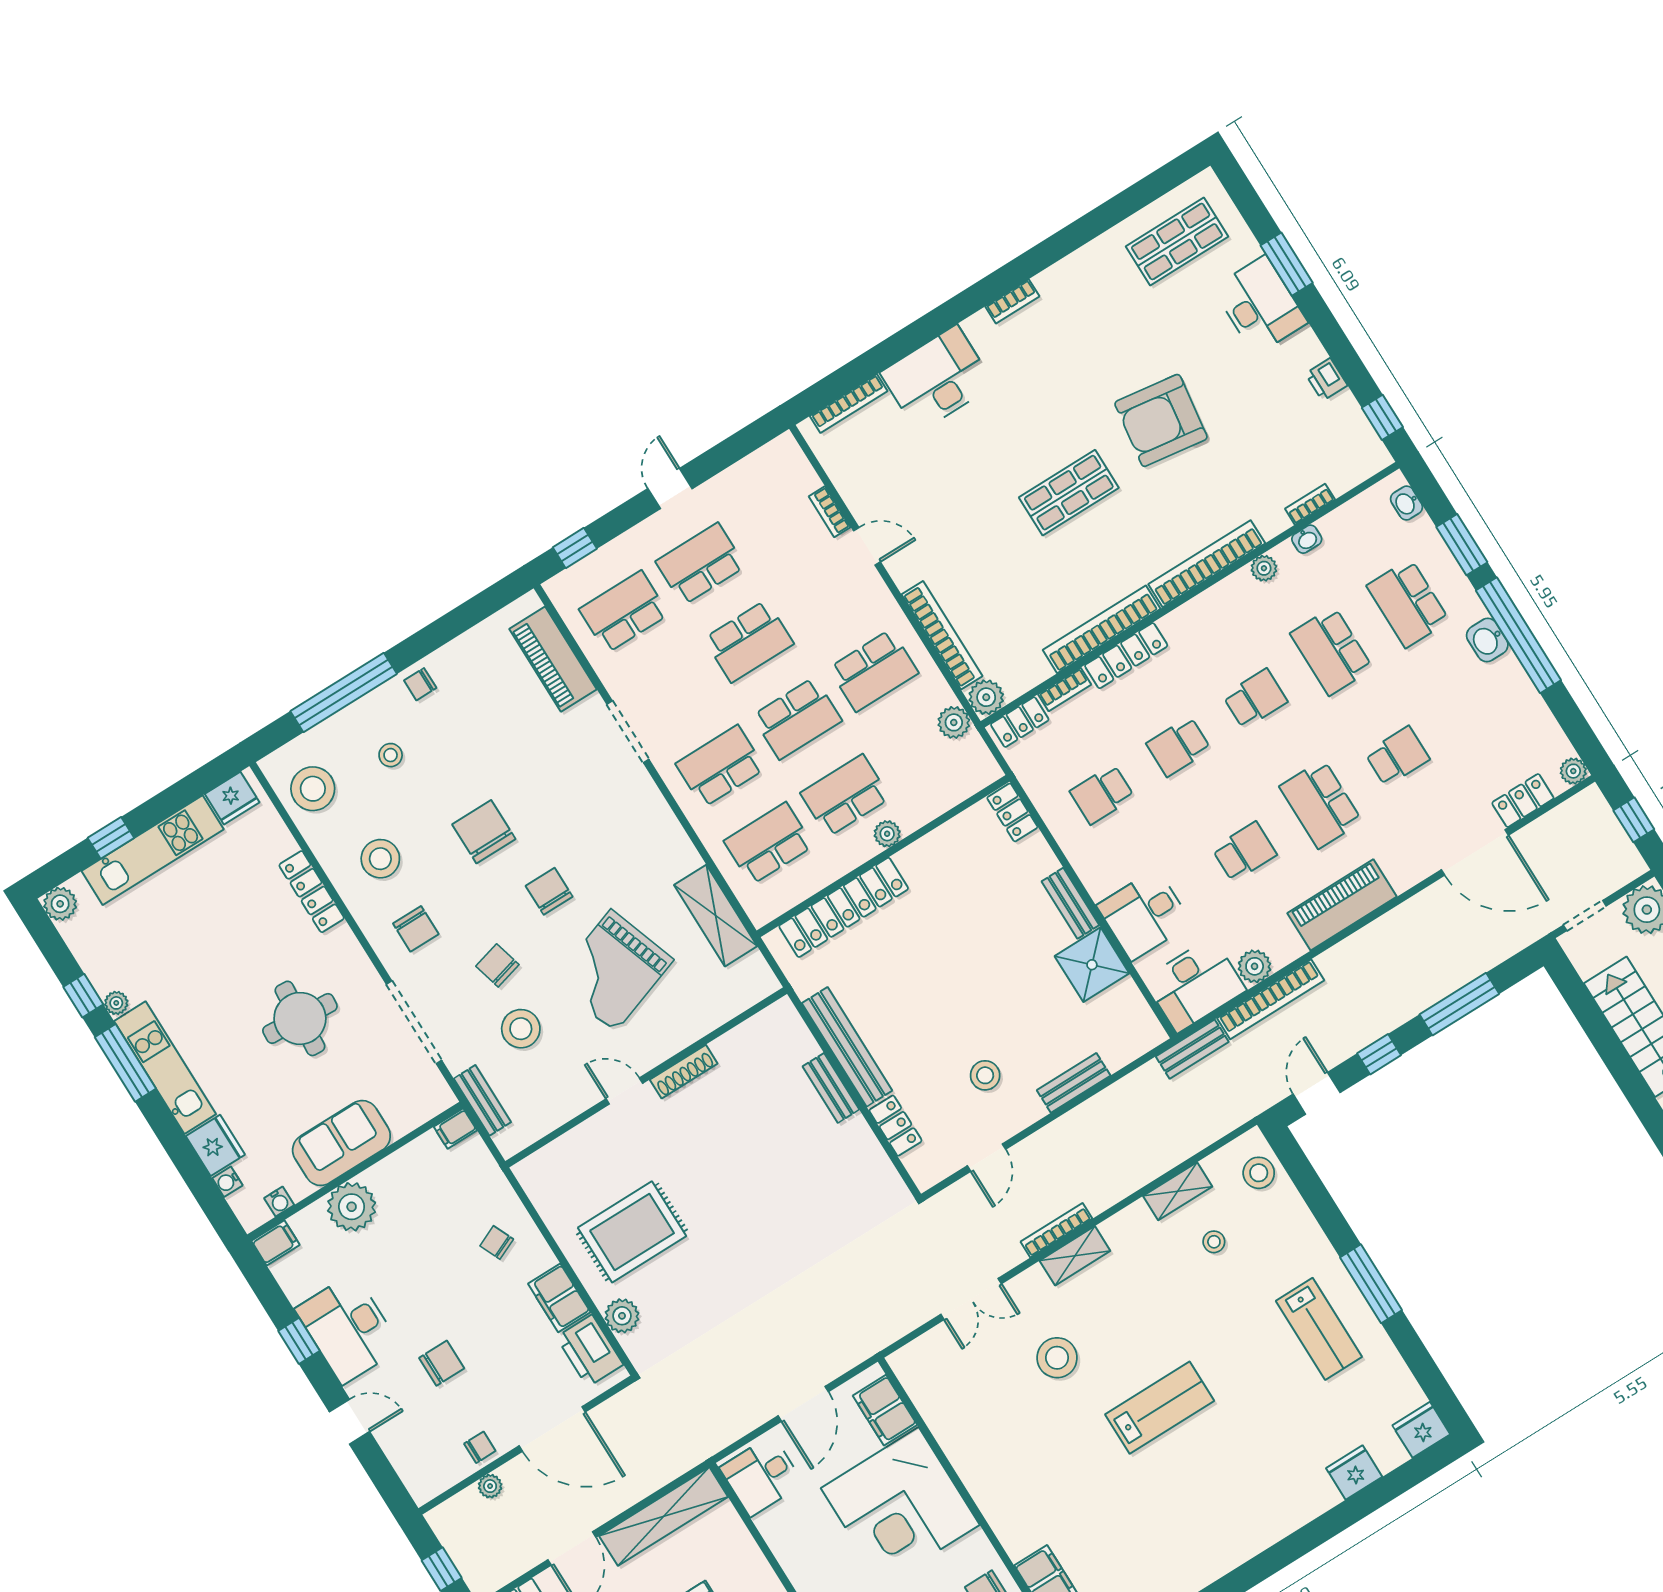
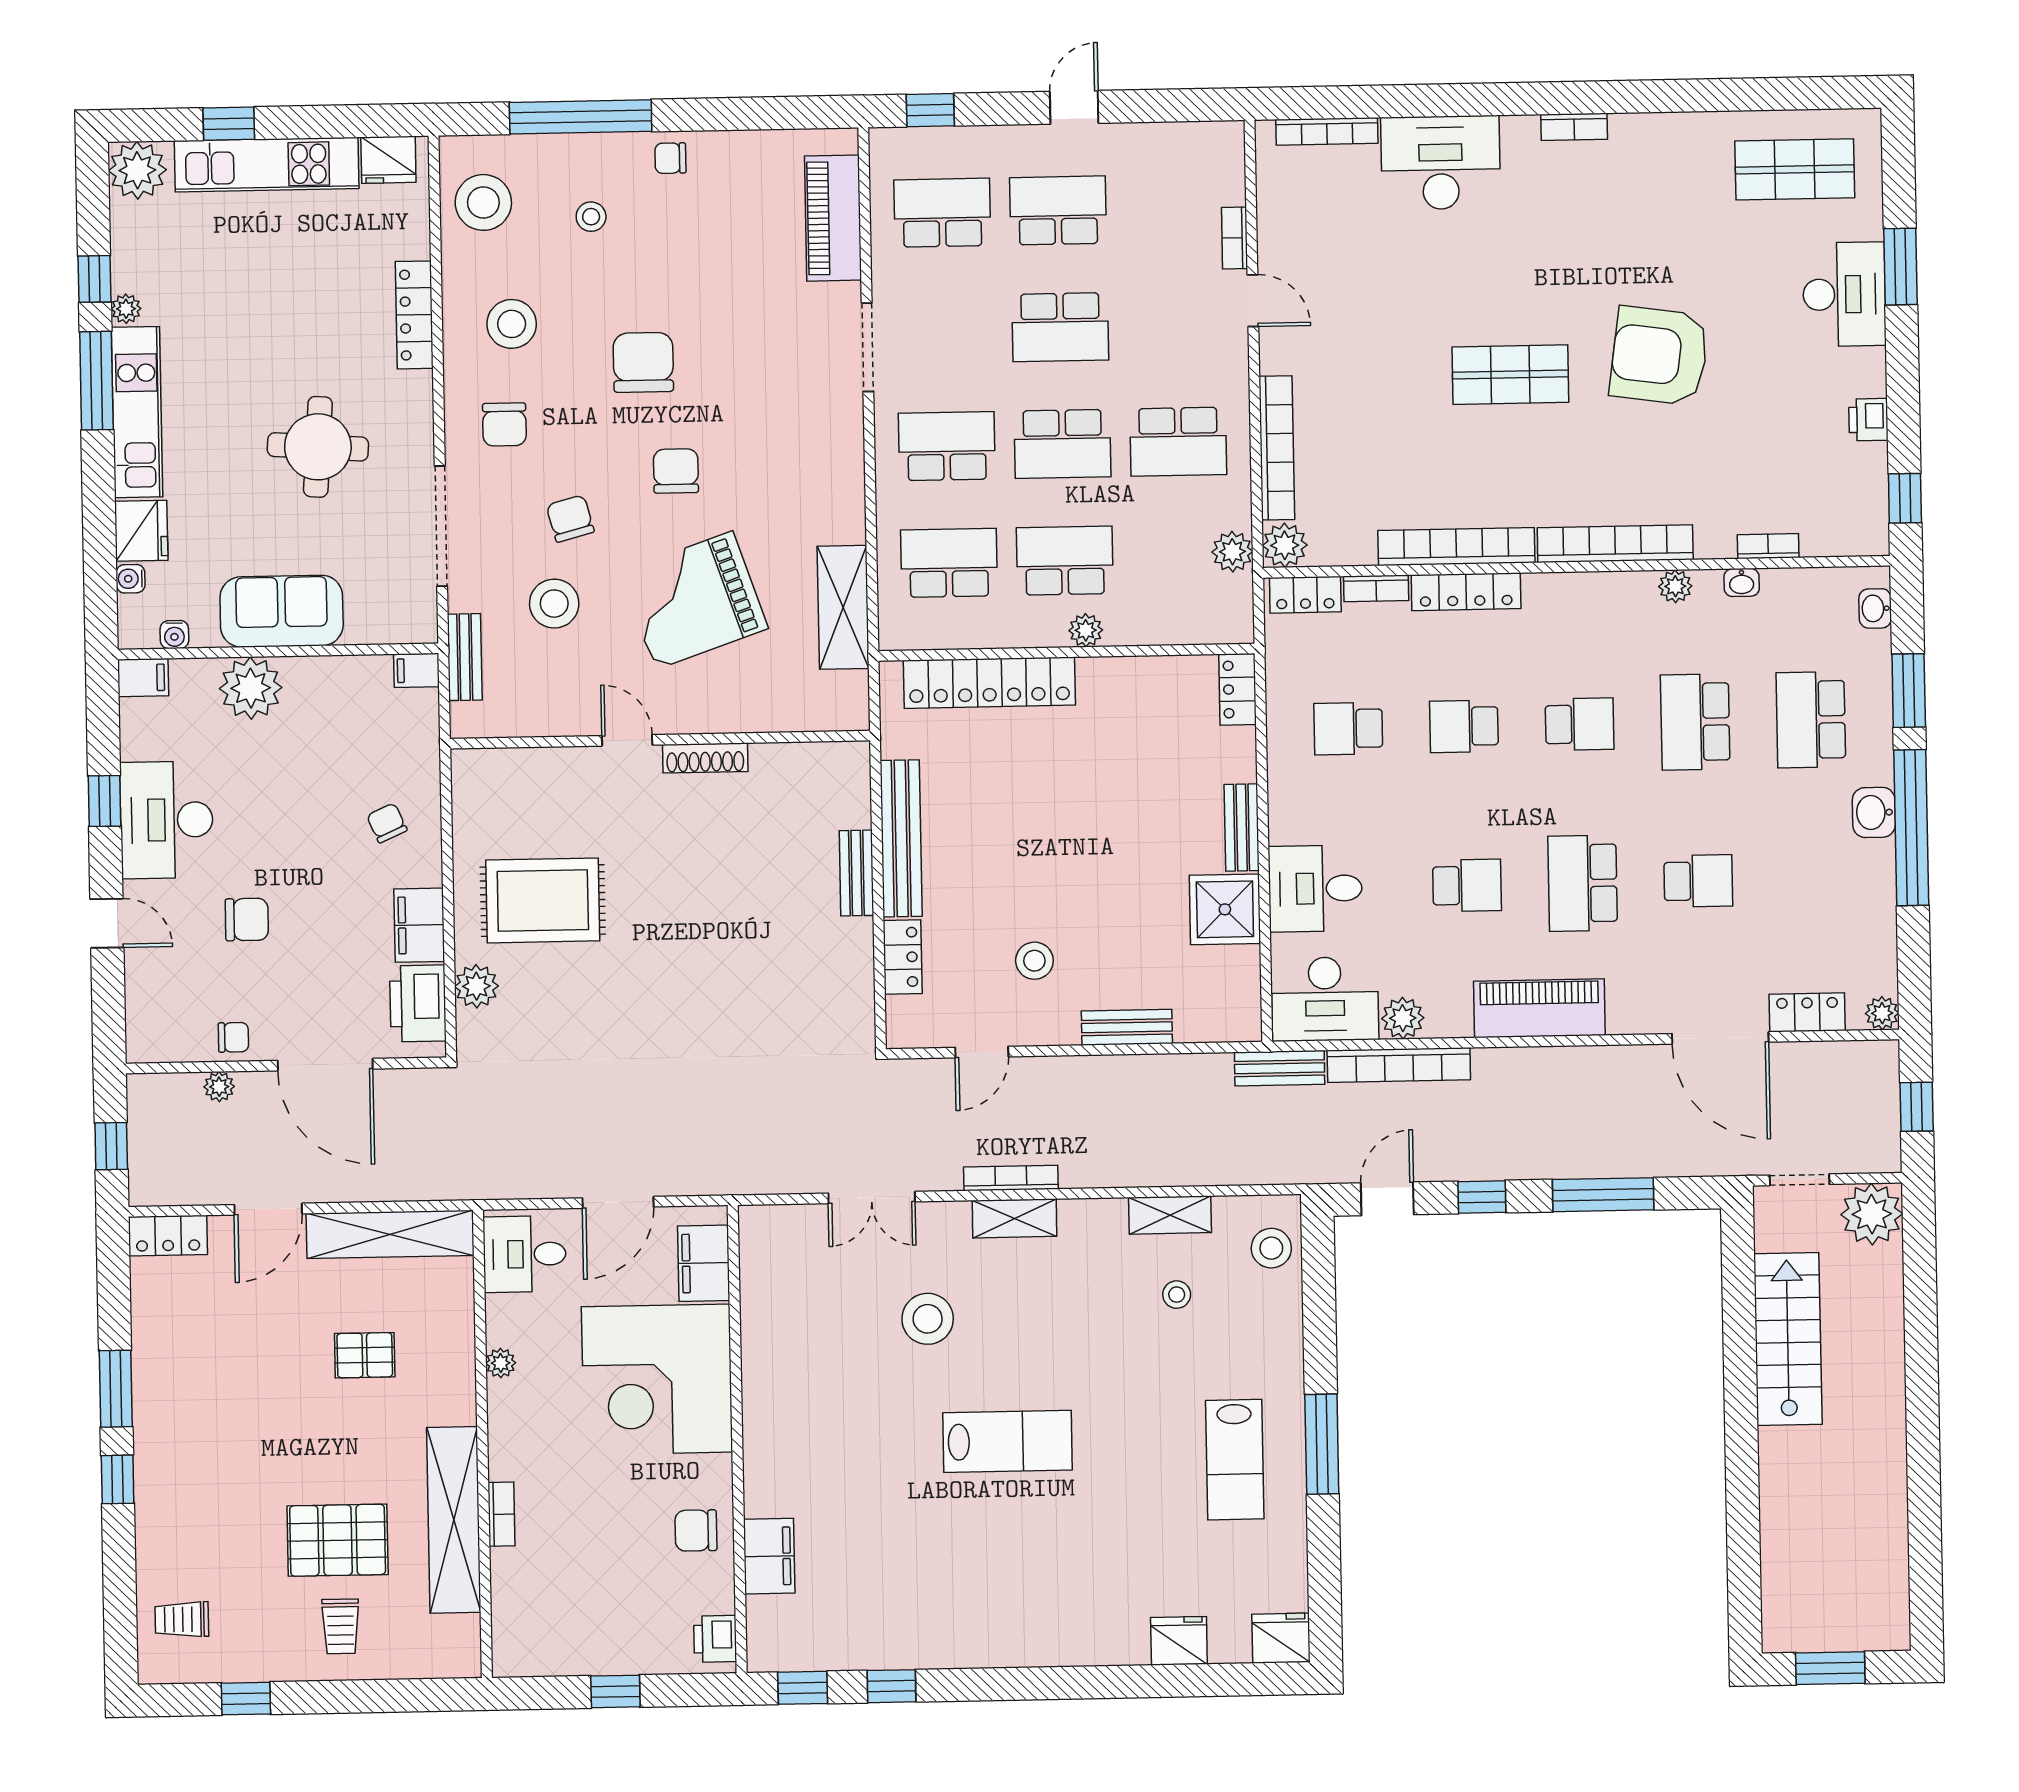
plant: (60, 904) -> (137, 170), width x1.36, depth x1.36
plant: (789, 1558) -> (501, 1363), added

